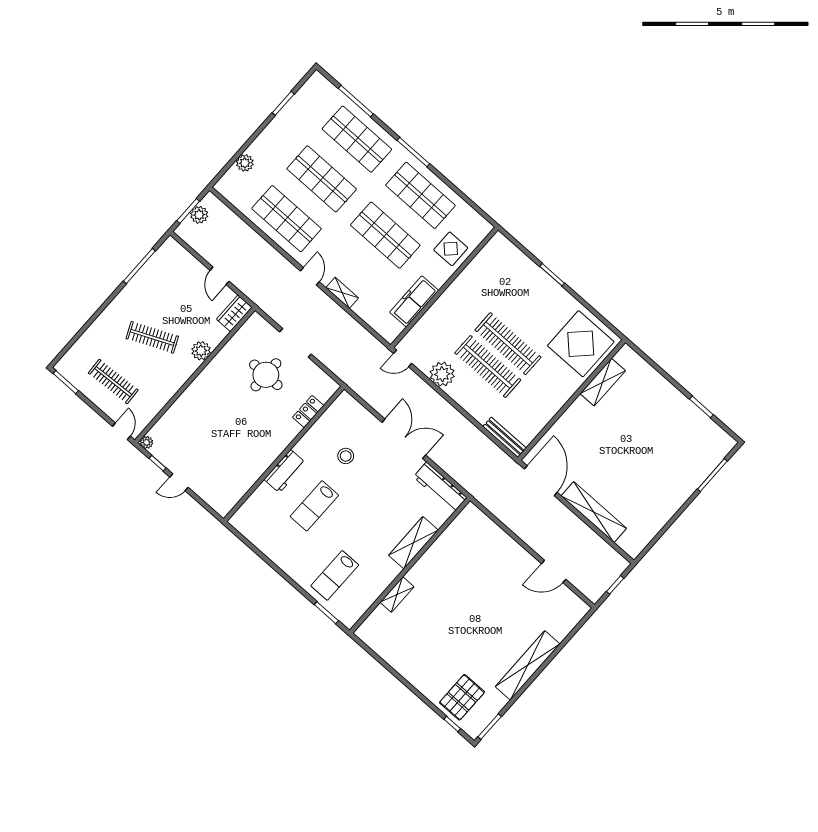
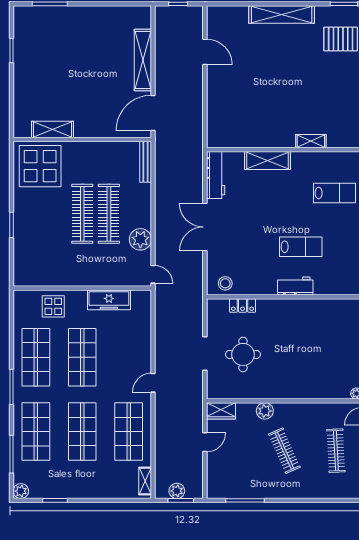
plant: (245, 163) -> (21, 491), moved
shelving: (342, 293) -> (145, 481), moved
stool: (346, 456) -> (225, 283), moved

